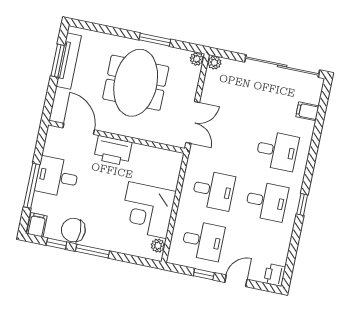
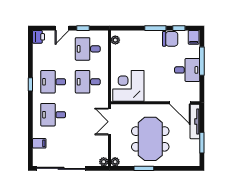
tv unit: (69, 61) -> (195, 122), moved
printer: (113, 151) -> (156, 94), removed
corner desk: (148, 210) -> (128, 86), moved, turned -90

